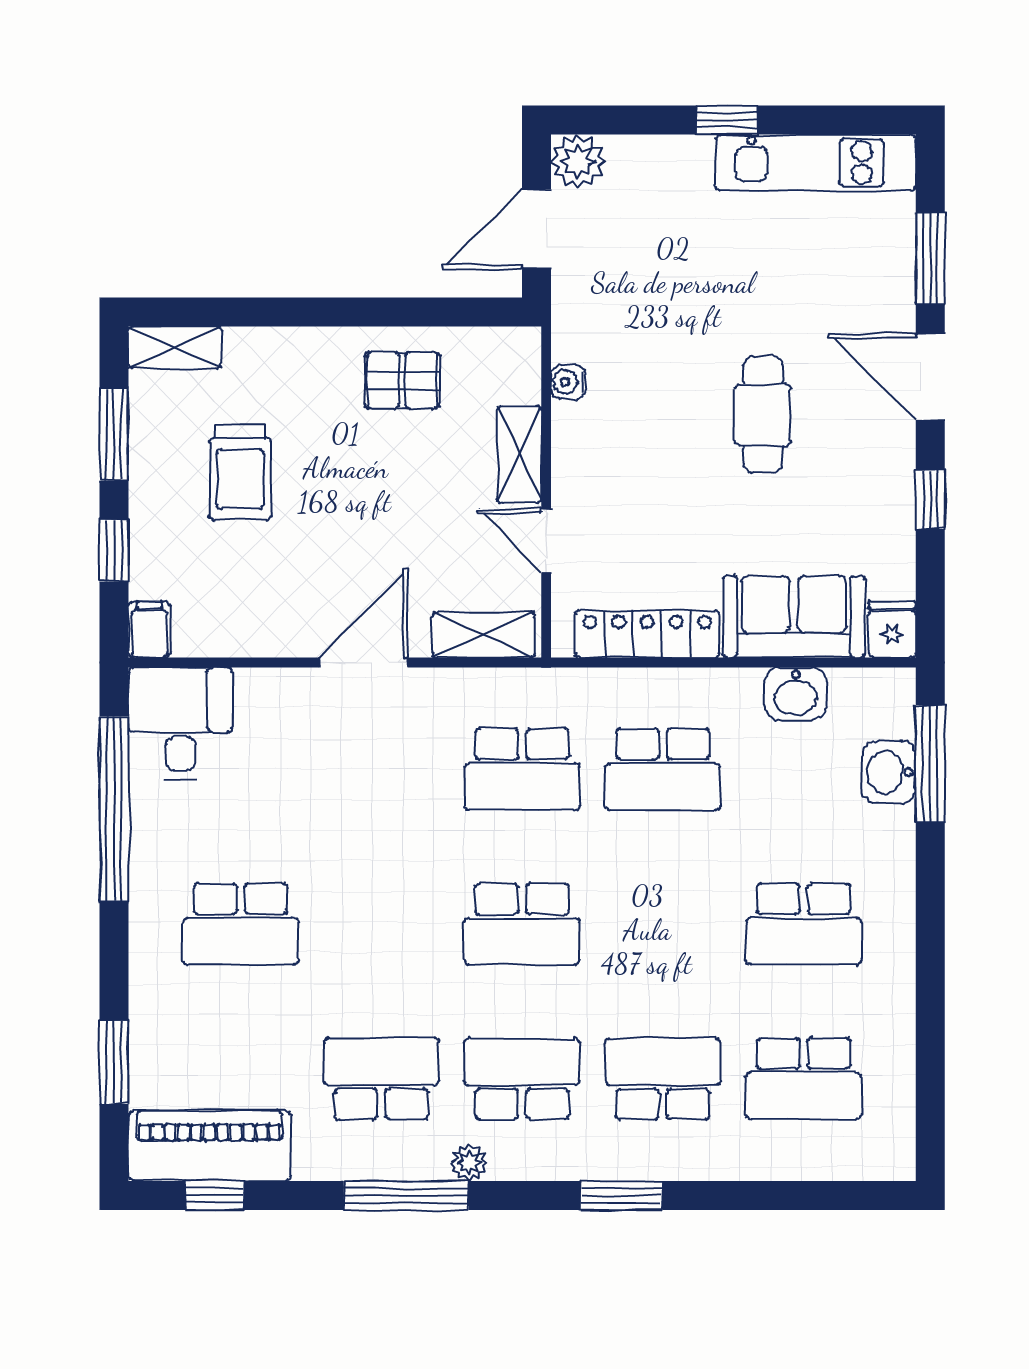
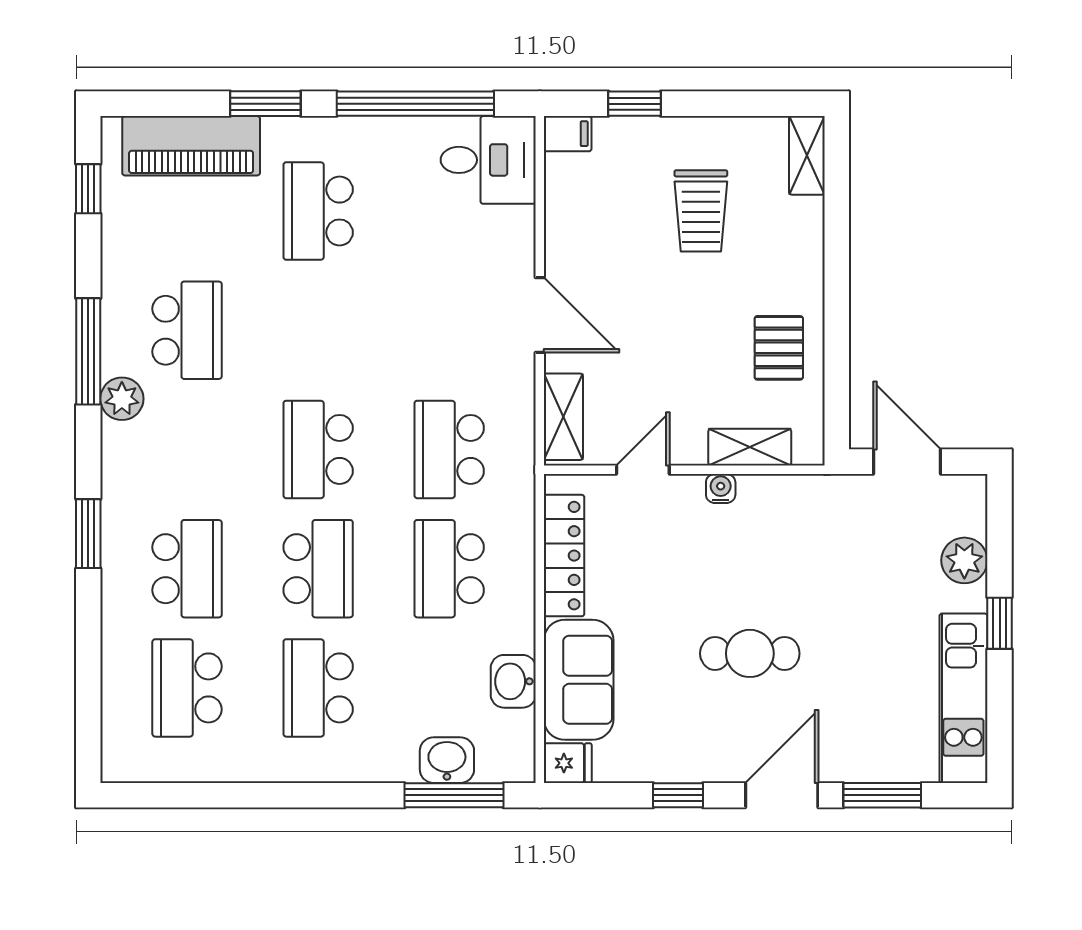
plant: (578, 161) -> (964, 560), moved
water cooler: (568, 382) -> (721, 488), moved
window: (114, 434) -> (733, 104), removed
shelving: (519, 455) -> (750, 447), moved
trolley: (240, 472) -> (701, 211), turned -90
window: (114, 1062) -> (265, 104), moved
school desk: (522, 1079) -> (318, 569), moved
piano: (210, 1146) -> (191, 146), moved, turned 90
plant: (469, 1163) -> (122, 399), width x1.38, depth x1.38

